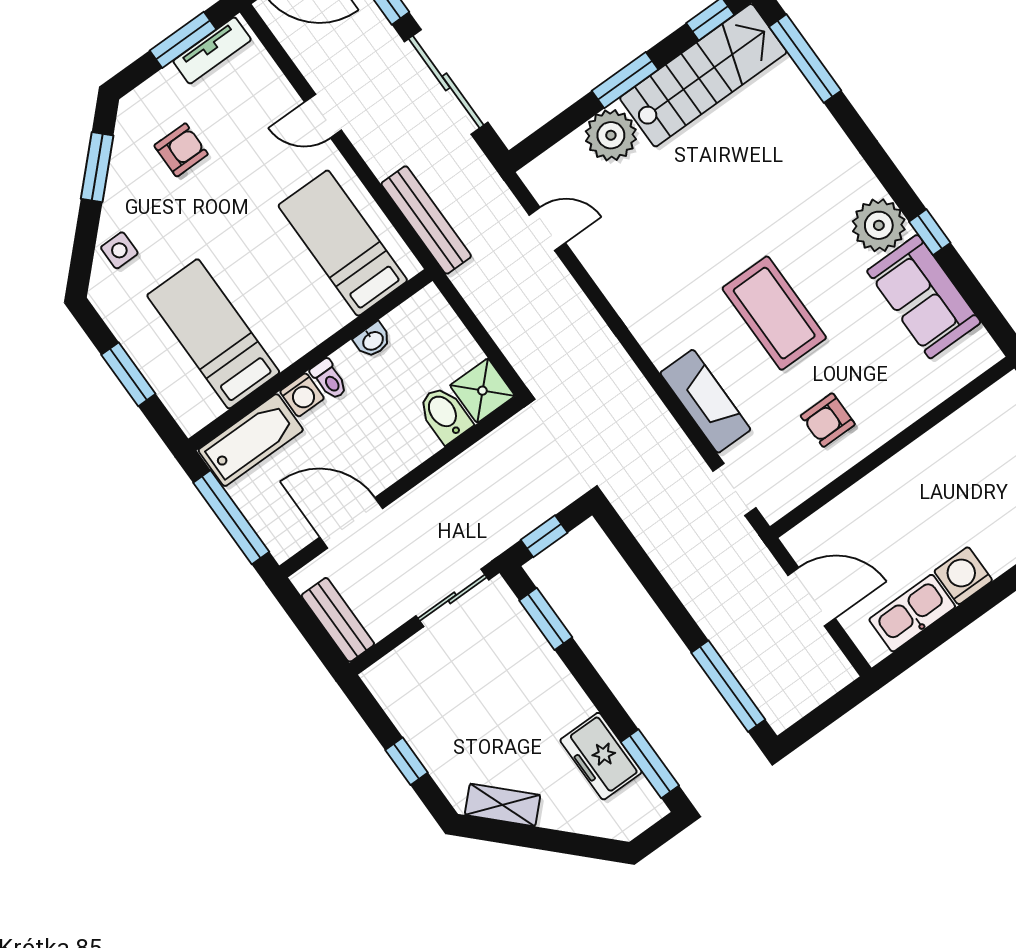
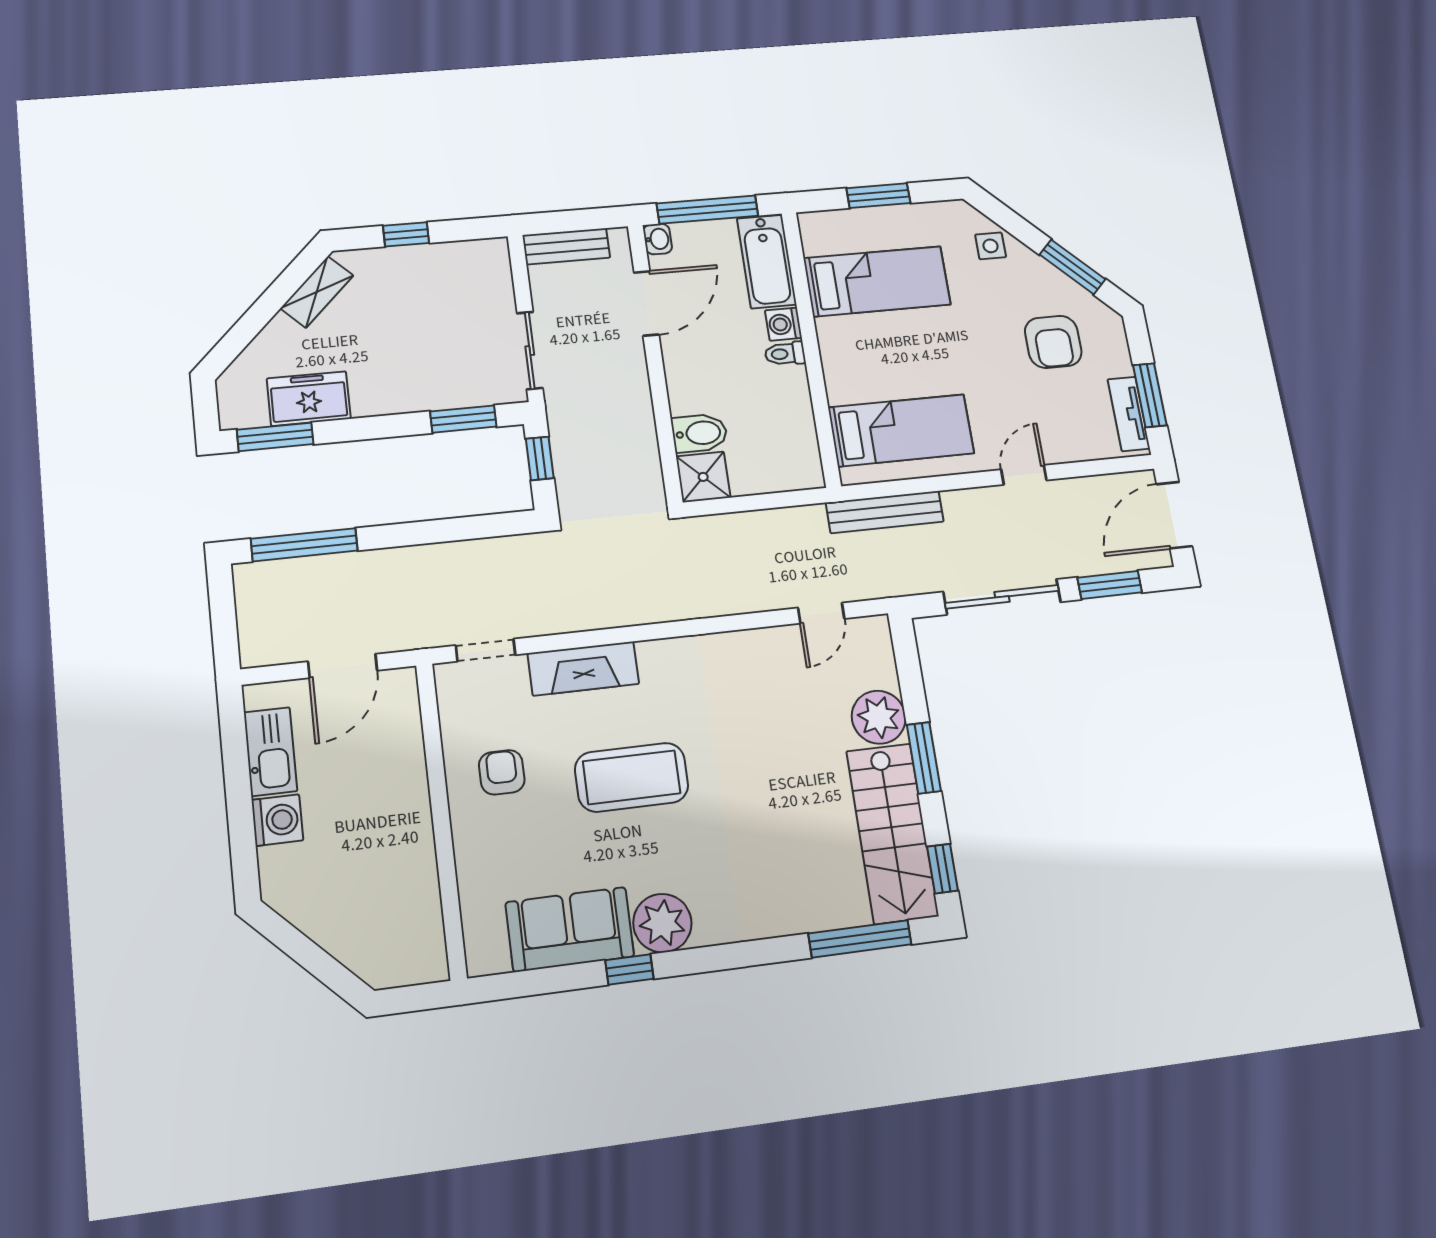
armchair: (181, 150) -> (1053, 342), width x1.38, depth x1.38
washbasin: (373, 340) -> (658, 239), moved, turned 180

